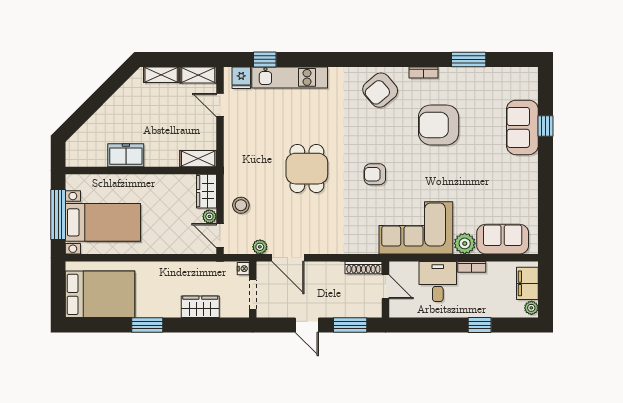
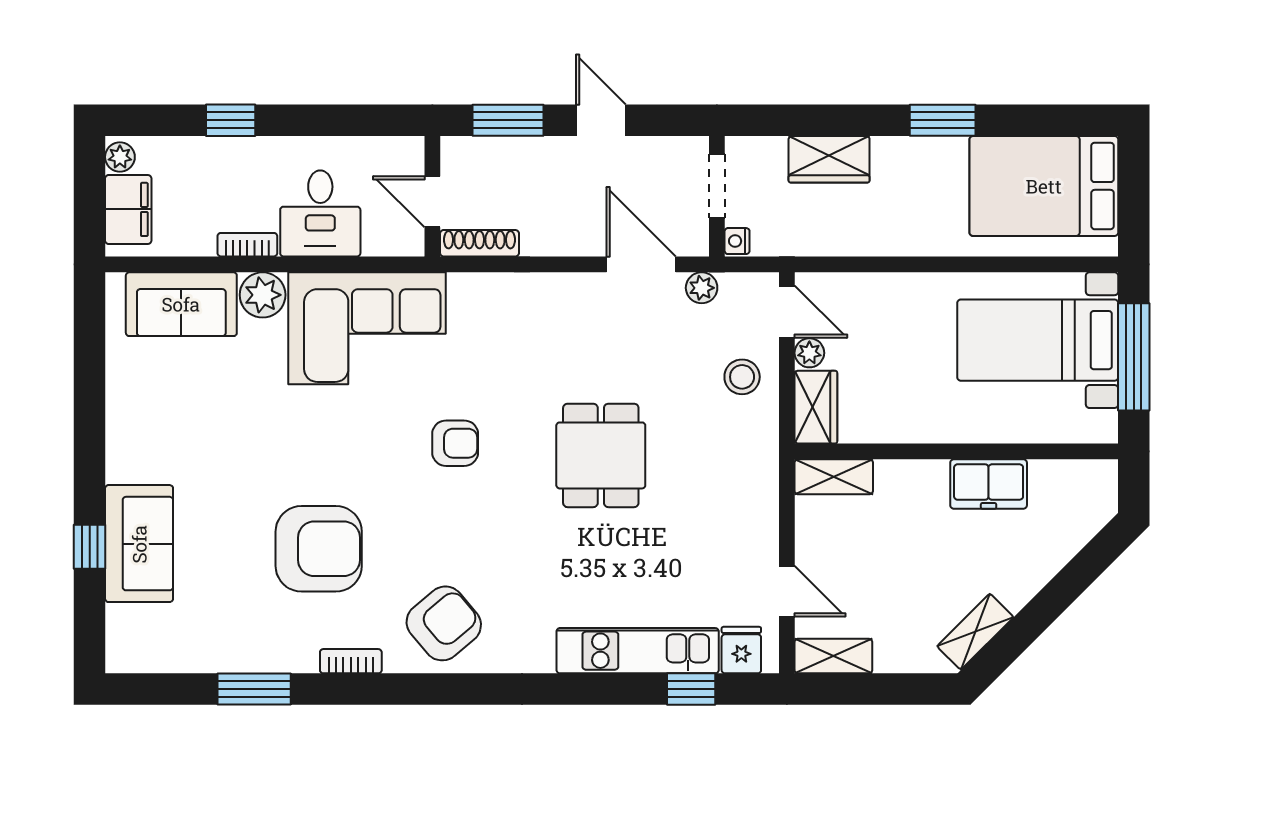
shelving: (161, 75) -> (975, 632), moved, turned -45

